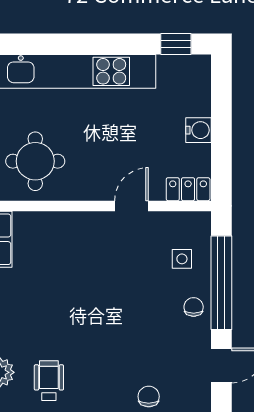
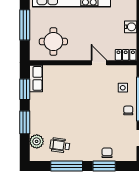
door: (131, 206) -> (99, 63), hinge flipped
wheelchair: (49, 381) -> (60, 145), turned -82

